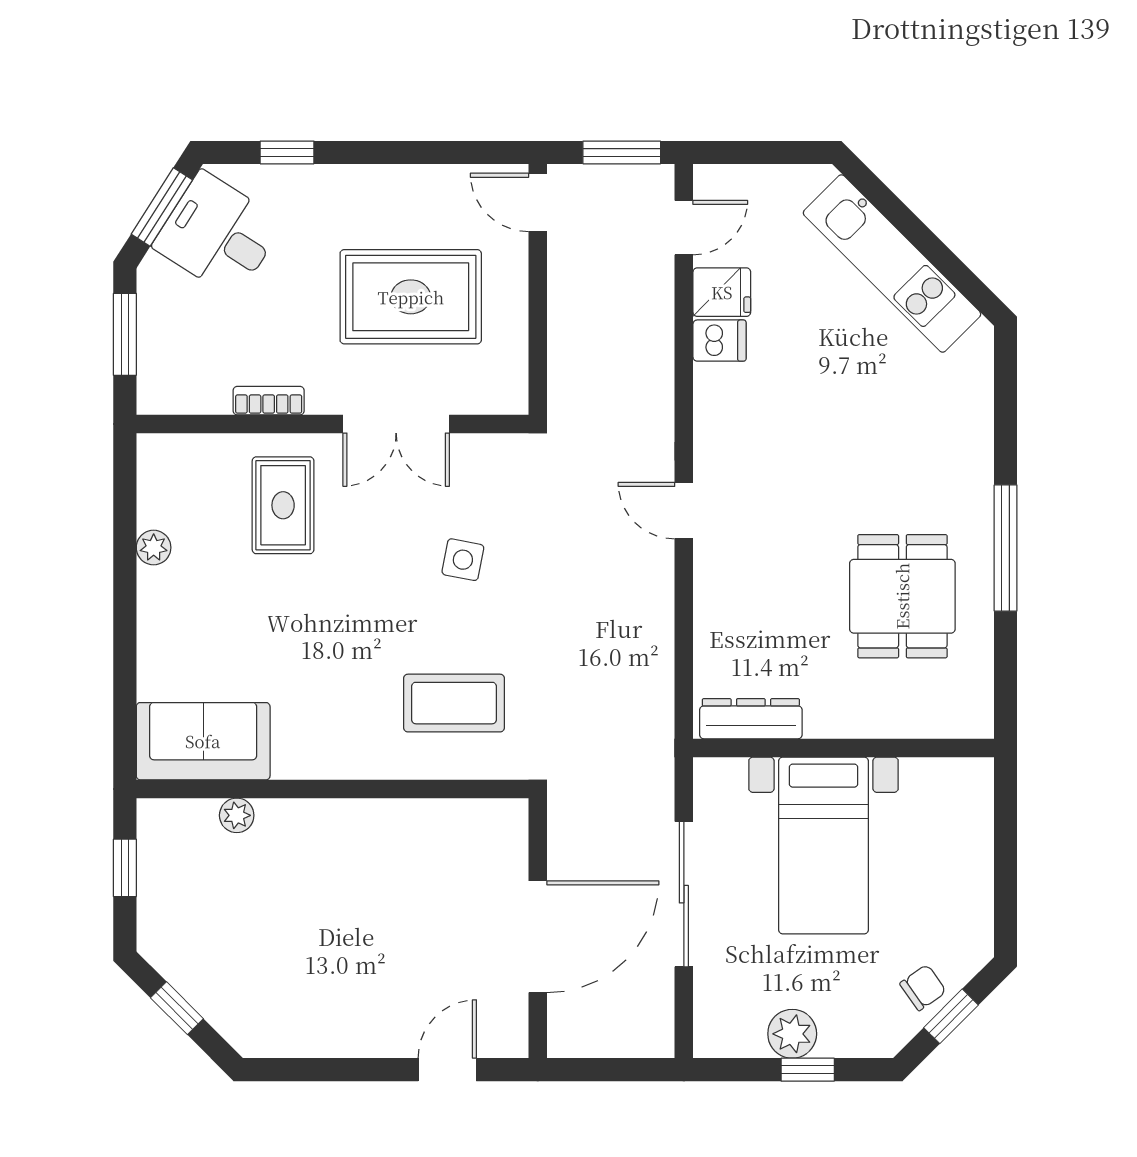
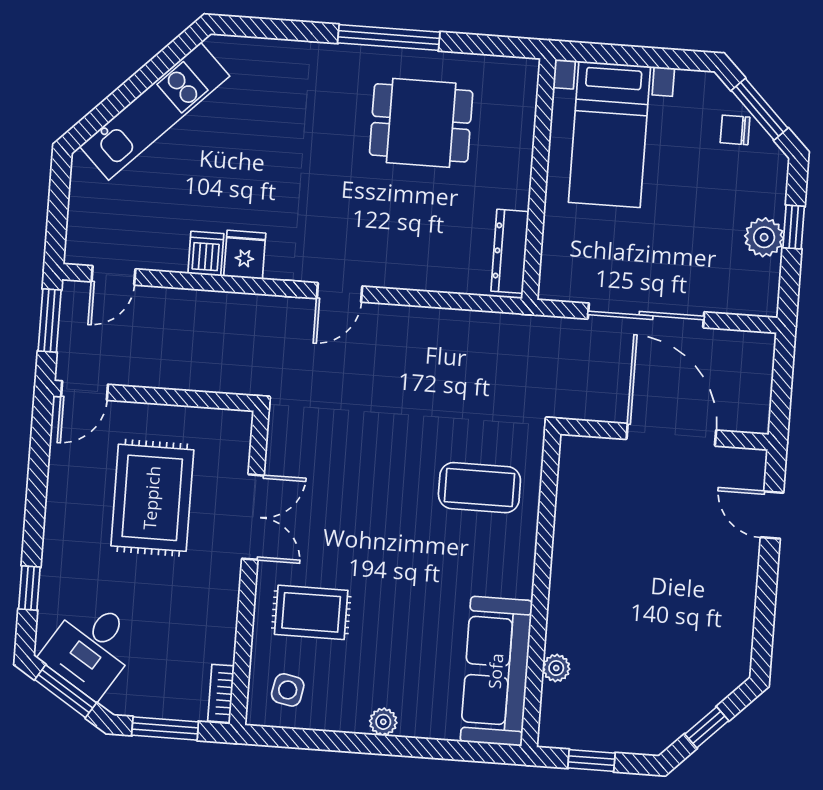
door: (684, 228) -> (113, 275), swing flipped
fridge: (722, 292) -> (245, 255), moved
bookcase: (269, 401) -> (221, 693), moved
plant: (154, 548) -> (383, 722), moved
side table: (463, 560) -> (288, 690), moved
coffee table: (454, 703) -> (479, 488), turned 90
sofa: (203, 741) -> (496, 671), width x1.36
bed with nightstands: (824, 845) -> (609, 134), moved, turned 90
chair: (923, 988) -> (735, 130), turned -55
window: (951, 1016) -> (760, 109), width x1.50

